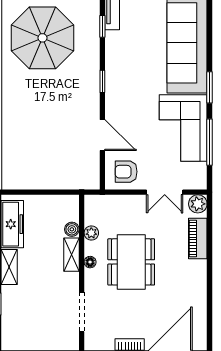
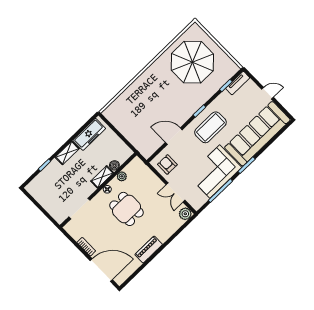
coffee table: (131, 87) -> (210, 127), added
door: (102, 135) -> (174, 136), swing flipped
piano: (198, 238) -> (149, 250), moved
dining table: (131, 262) -> (126, 209), width x0.73

